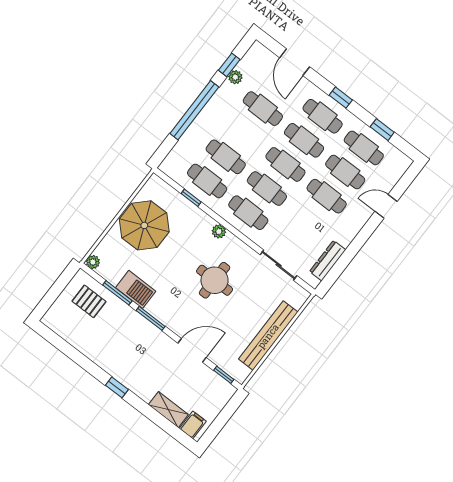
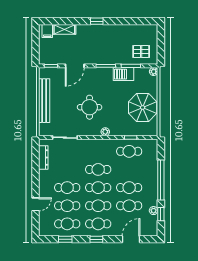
door: (295, 62) -> (131, 239), hinge flipped
cafe table: (226, 157) -> (129, 188), moved
cafe table: (248, 213) -> (98, 151), removed

